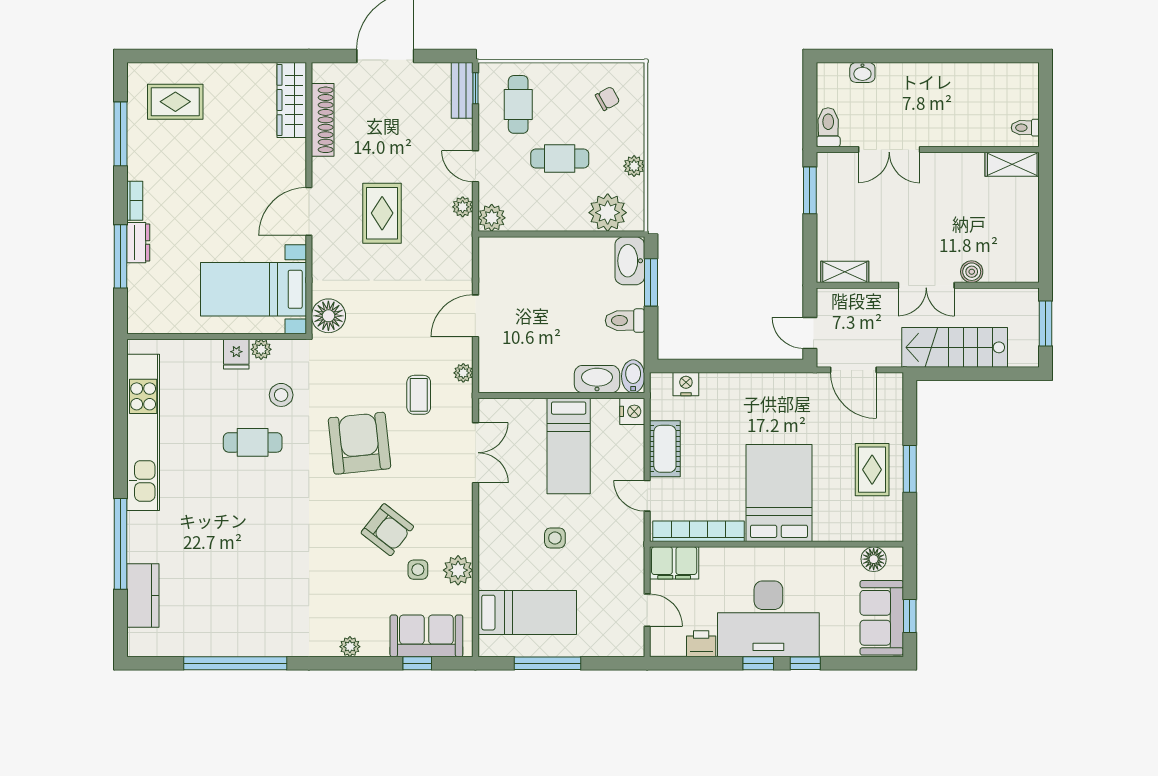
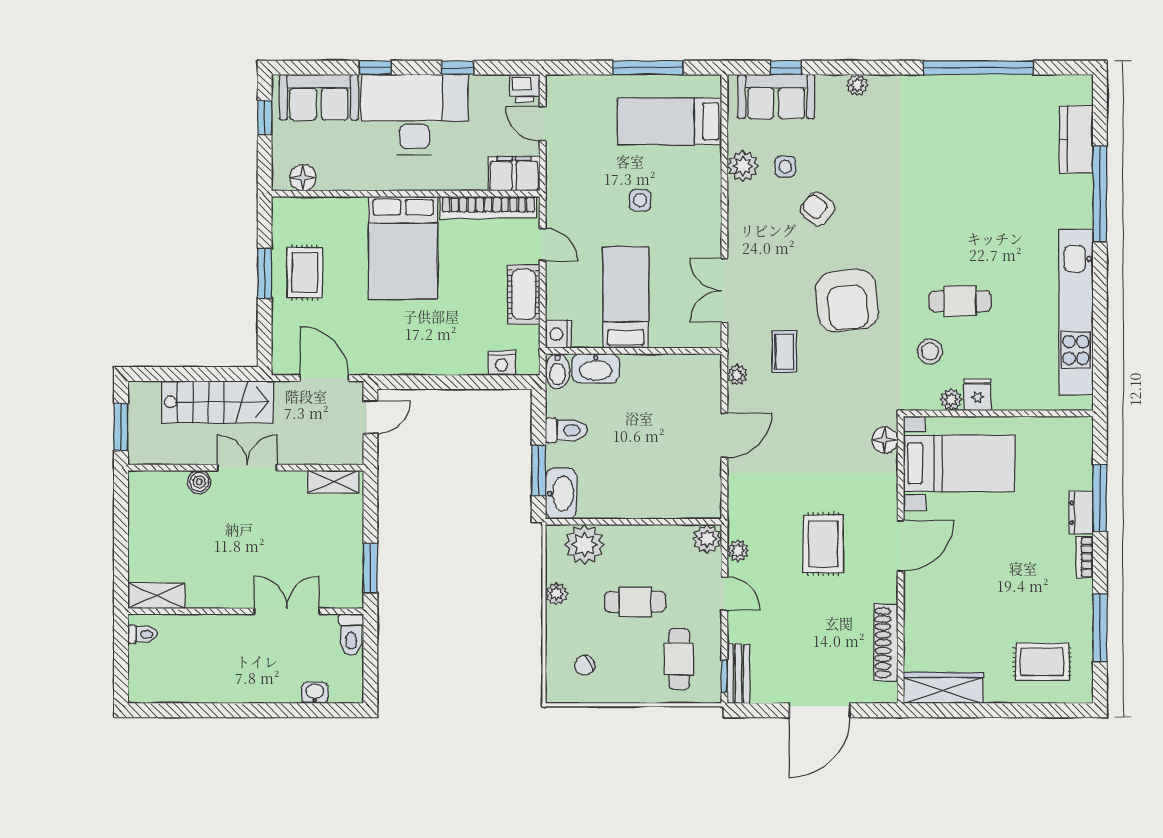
wardrobe: (292, 100) -> (943, 688), moved, turned -90
floor lamp: (328, 316) -> (885, 440), width x0.73, depth x0.73
door: (810, 333) -> (370, 417), hinge flipped
armchair: (387, 530) -> (818, 209), width x0.72, depth x0.72
sofa: (882, 618) -> (319, 97), moved, turned 90
printer: (701, 644) -> (525, 88), moved
window: (758, 663) -> (458, 68), moved

